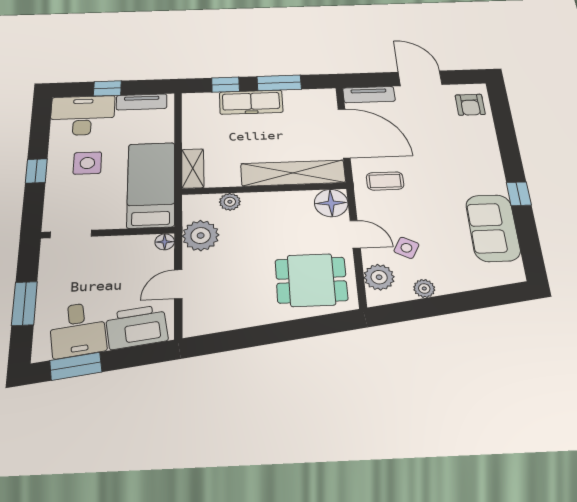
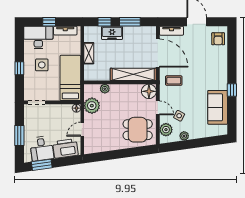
freezer: (251, 102) -> (112, 33), width x0.71
shelving: (193, 168) -> (89, 53), moved

